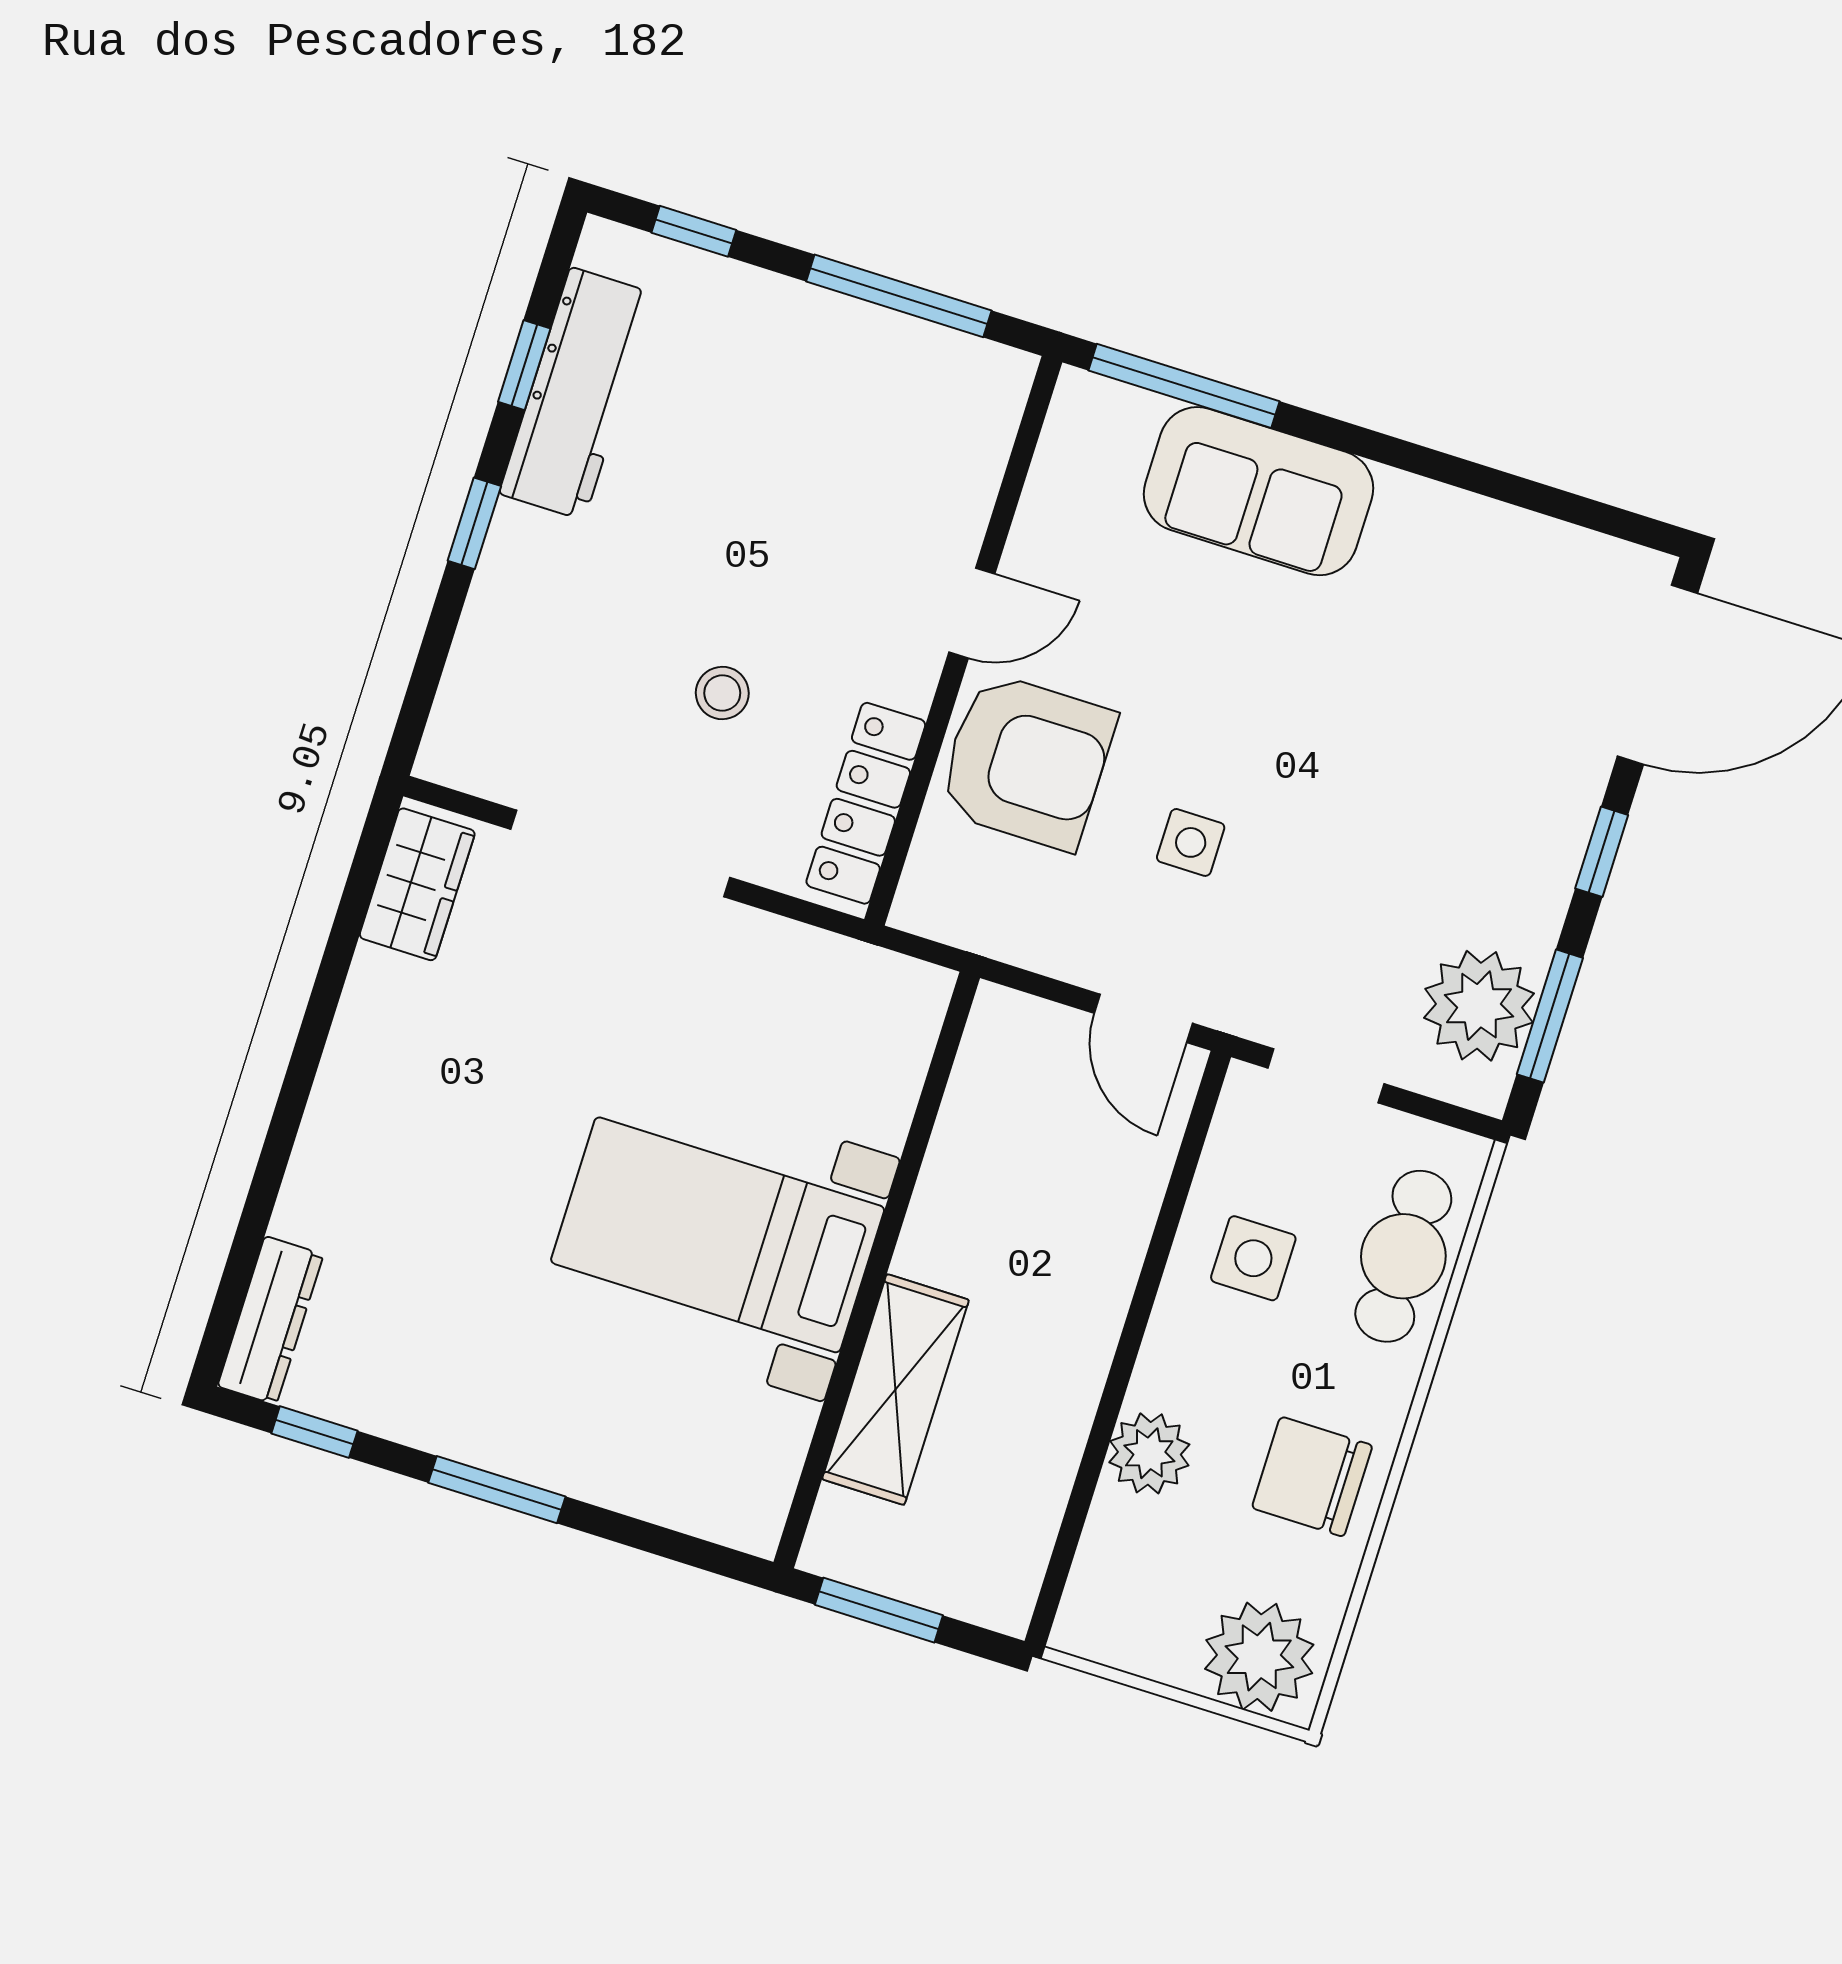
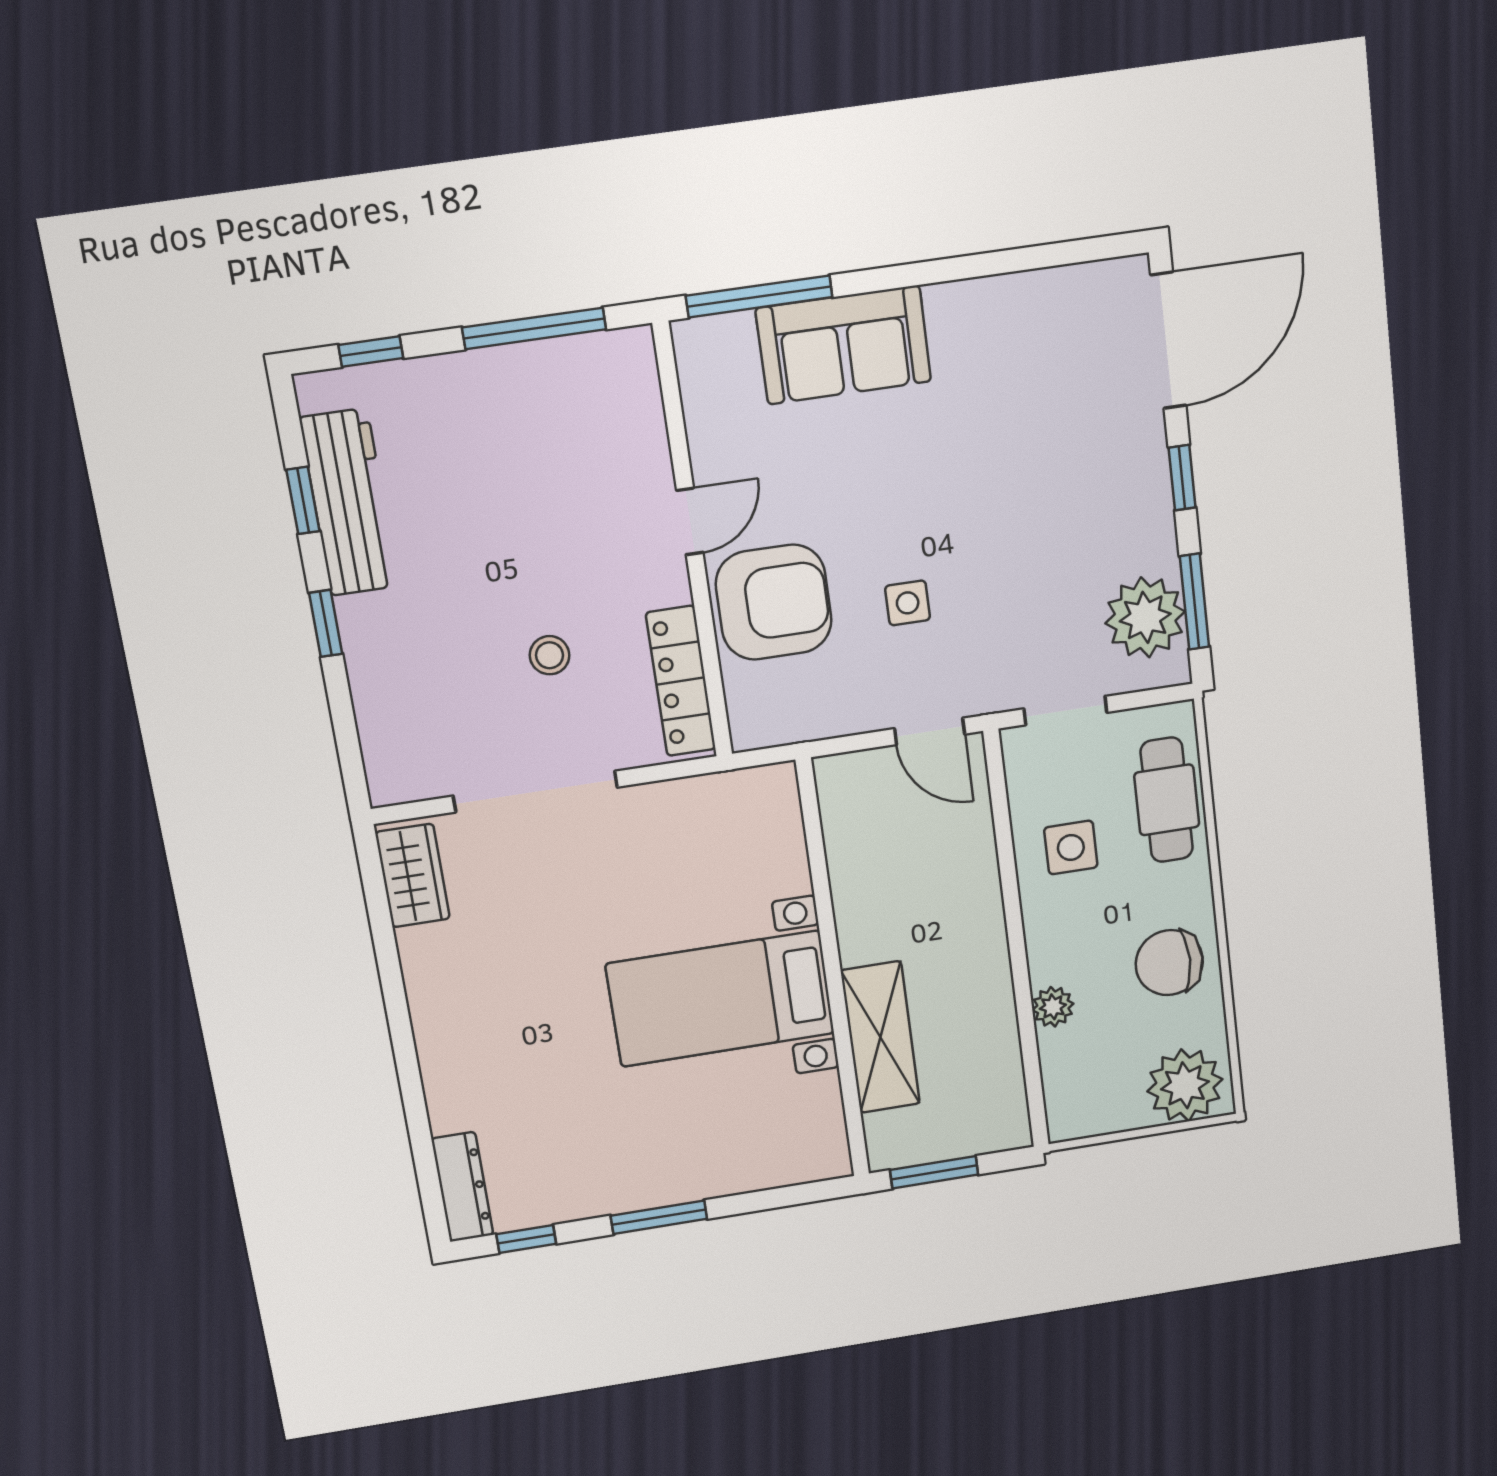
plant: (1149, 1453) -> (1053, 1007), width x0.73, depth x0.73

